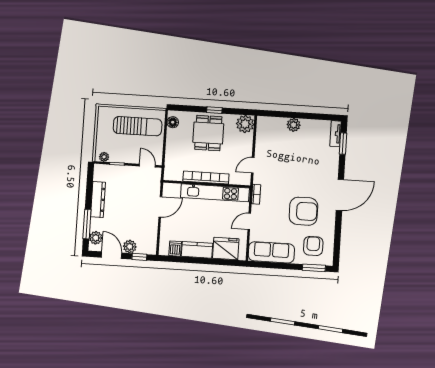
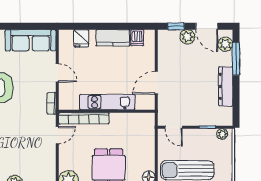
bookcase: (206, 178) -> (84, 118), moved
kitchen unit: (215, 193) -> (107, 102), width x0.73
door: (249, 221) -> (57, 73), hinge flipped
fridge: (226, 249) -> (81, 38), width x0.53, depth x0.75

